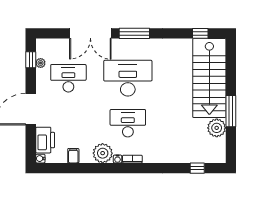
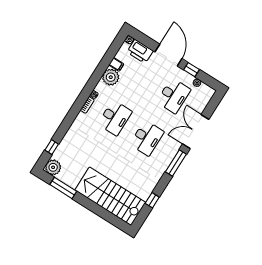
window: (200, 33) -> (152, 200), moved
window: (31, 60) -> (191, 70), moved
desk: (128, 78) -> (147, 138), width x0.73, depth x0.77
window: (231, 111) -> (63, 188), moved
plant: (217, 128) -> (53, 167), moved
plant: (103, 153) -> (111, 77), moved

